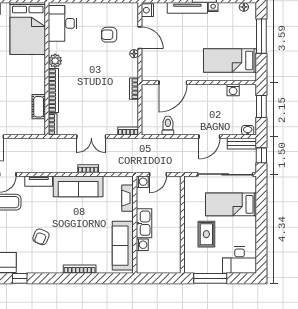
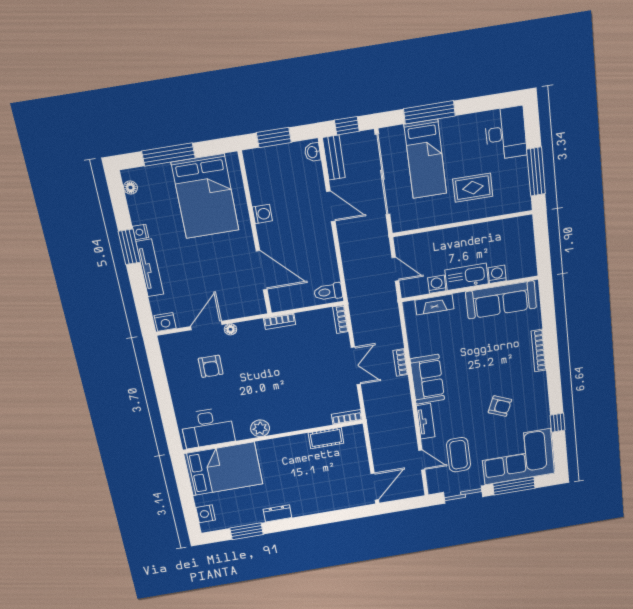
bed: (230, 60) -> (205, 196), width x1.50
washing machine: (233, 90) -> (262, 214), moved
bookcase: (53, 91) -> (301, 424), removed
toilet: (168, 126) -> (328, 292), moved
washing machine: (142, 182) -> (437, 284), moved
sofa: (78, 186) -> (427, 379), width x0.73
window: (261, 211) -> (429, 112), added

